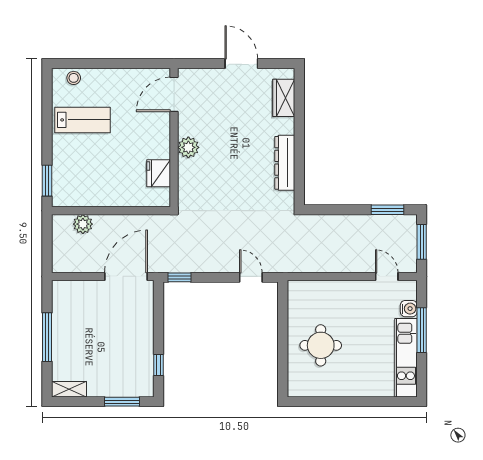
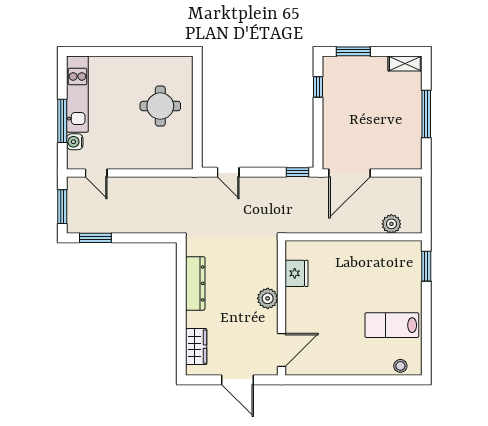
door: (174, 94) -> (282, 350), moved
wall: (174, 138) -> (282, 308), moved
plant: (188, 147) -> (268, 298), moved
fridge: (159, 173) -> (297, 273), moved

